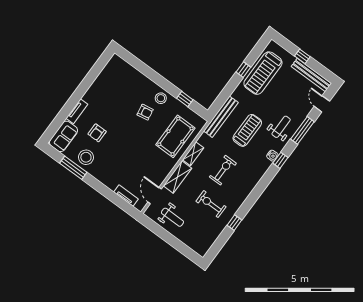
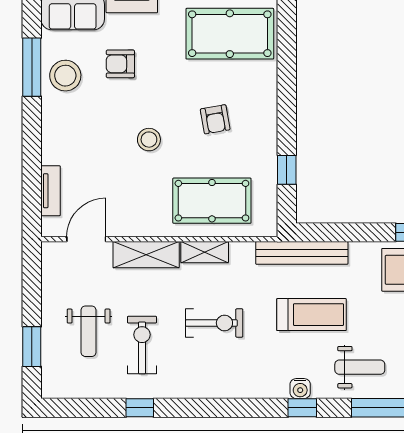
pool table: (116, 82) -> (230, 34), added
stool: (161, 98) -> (149, 140), moved
weight bench: (172, 217) -> (89, 331), moved
window: (180, 247) -> (32, 347), added

